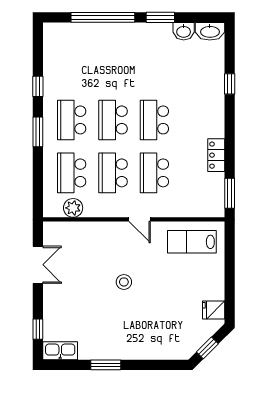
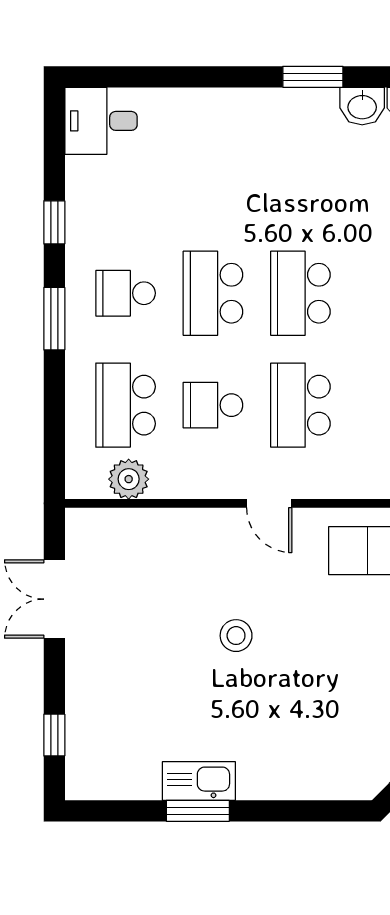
window: (103, 17) -> (191, 77), removed
desk: (60, 38) -> (101, 121), added
school desk: (72, 120) -> (126, 293), width x0.54
school desk: (113, 173) -> (213, 405), width x0.54
double door: (38, 265) -> (54, 599), swing flipped
kitchen sink: (60, 351) -> (199, 781), moved

